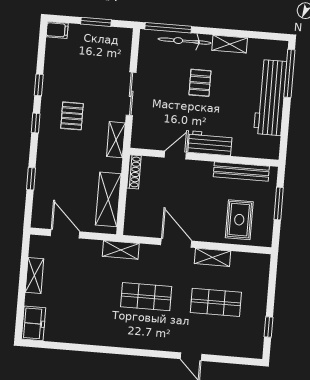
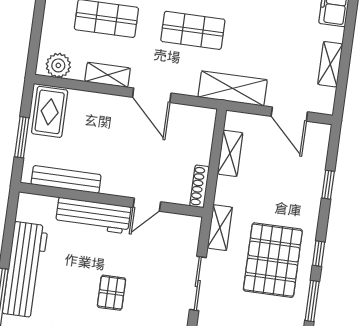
window: (39, 85) -> (312, 301), width x1.50
pallet: (72, 116) -> (273, 260), width x2.05, depth x2.00
workbench: (210, 143) -> (93, 215), width x1.38
shelving: (108, 199) -> (230, 153), width x0.67, depth x0.75
rug: (239, 220) -> (50, 112), moved
shelving: (121, 250) -> (233, 88), width x1.50, depth x1.33
plant: (252, 263) -> (58, 65), added

